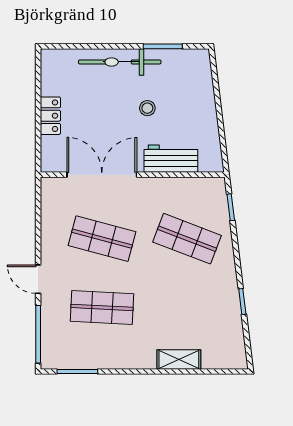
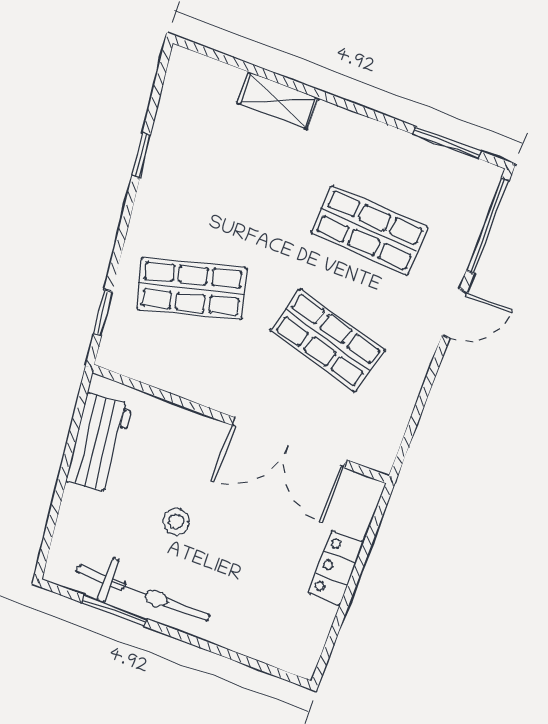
bicycle: (120, 62) -> (143, 593), moved
workbench: (171, 159) -> (99, 443), moved, turned -97
shop shelf: (187, 239) -> (192, 289), turned -36
door: (38, 279) -> (454, 314), hinge flipped

